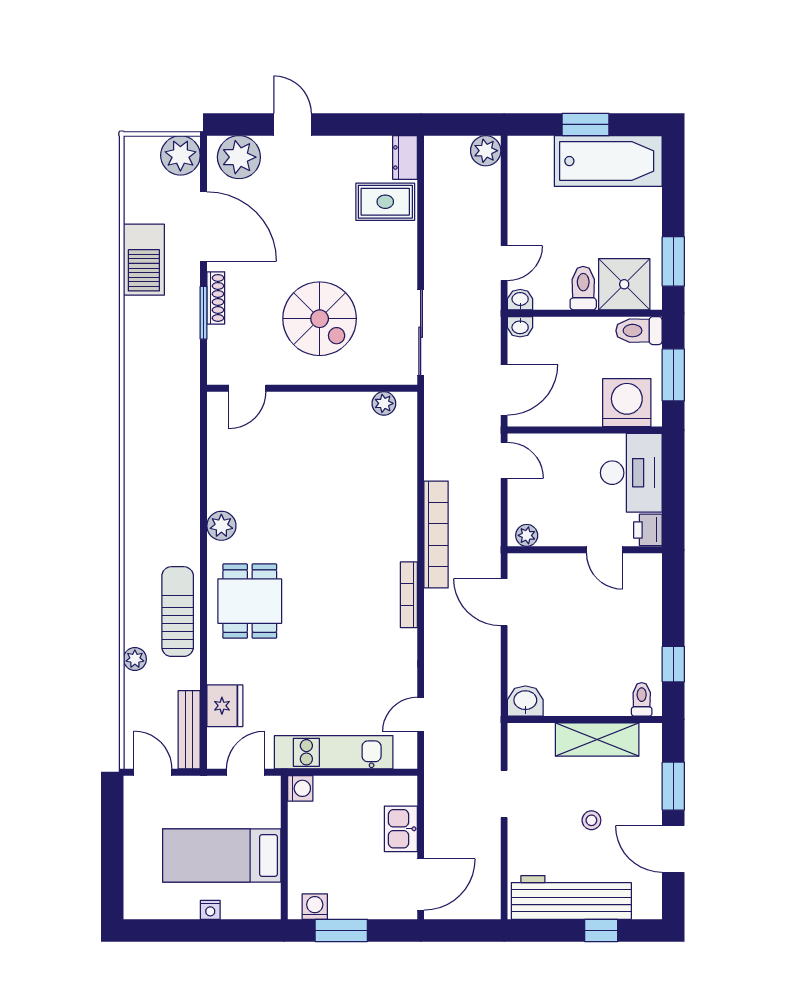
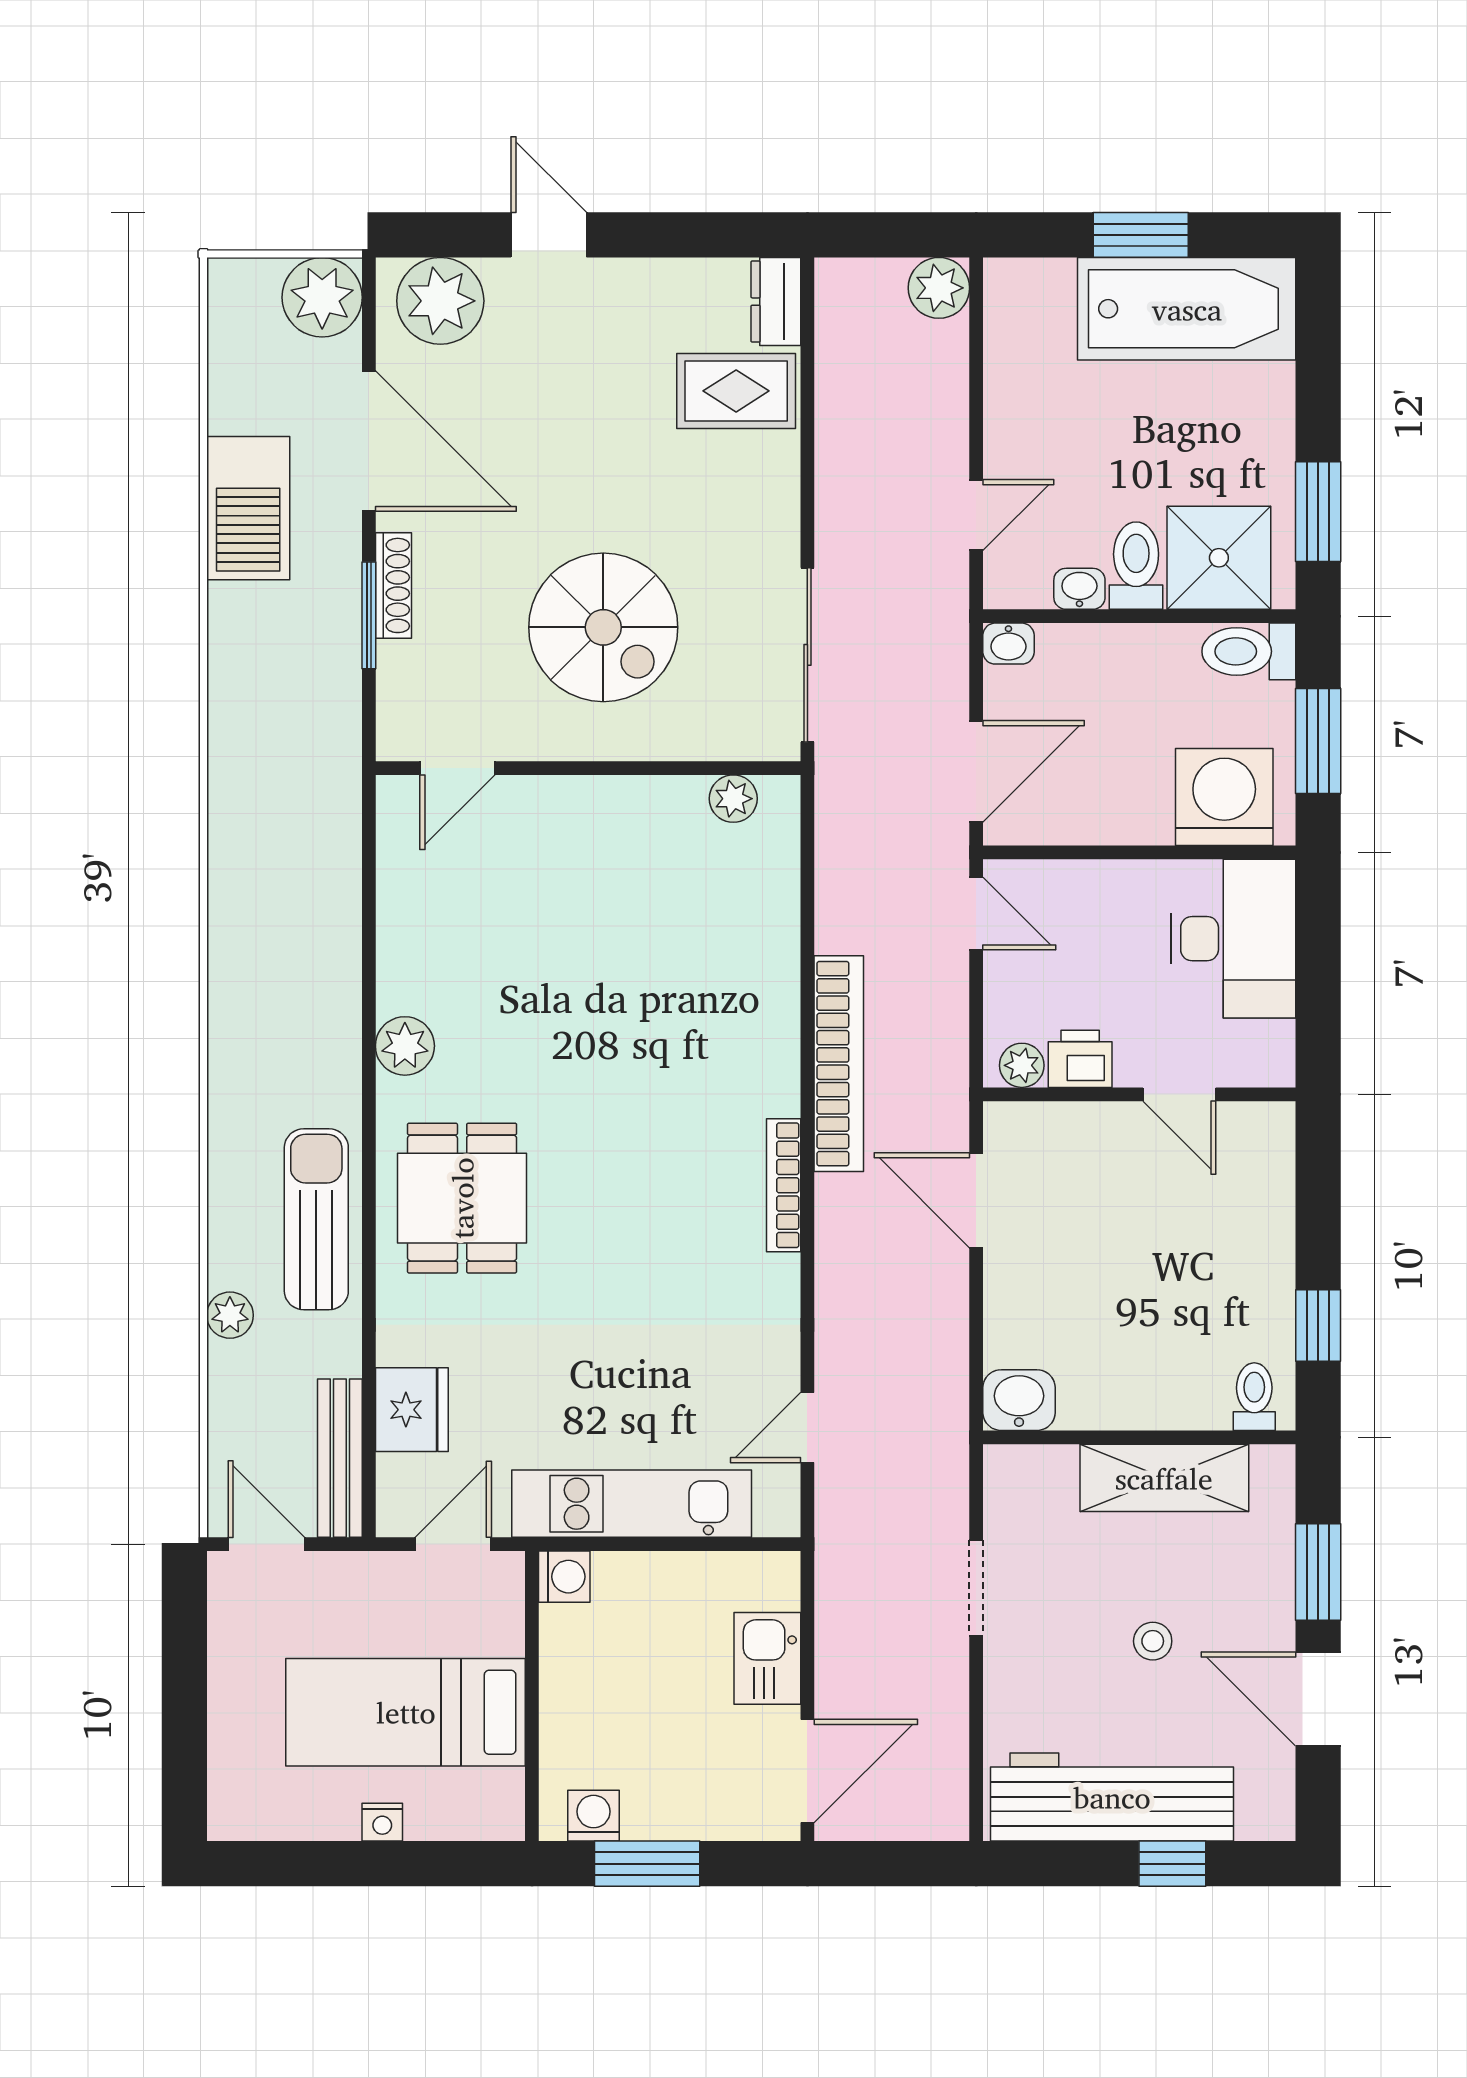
washbasin: (520, 300) -> (1079, 589), moved
printer: (648, 530) -> (1080, 1059), moved, turned 90

